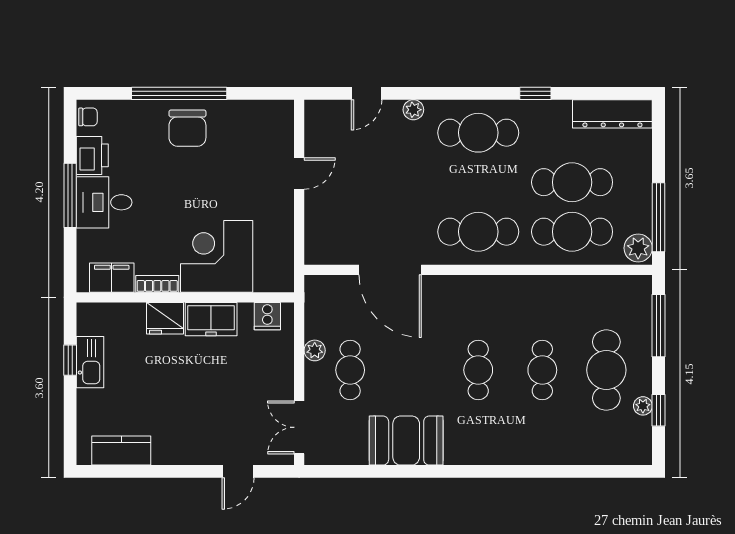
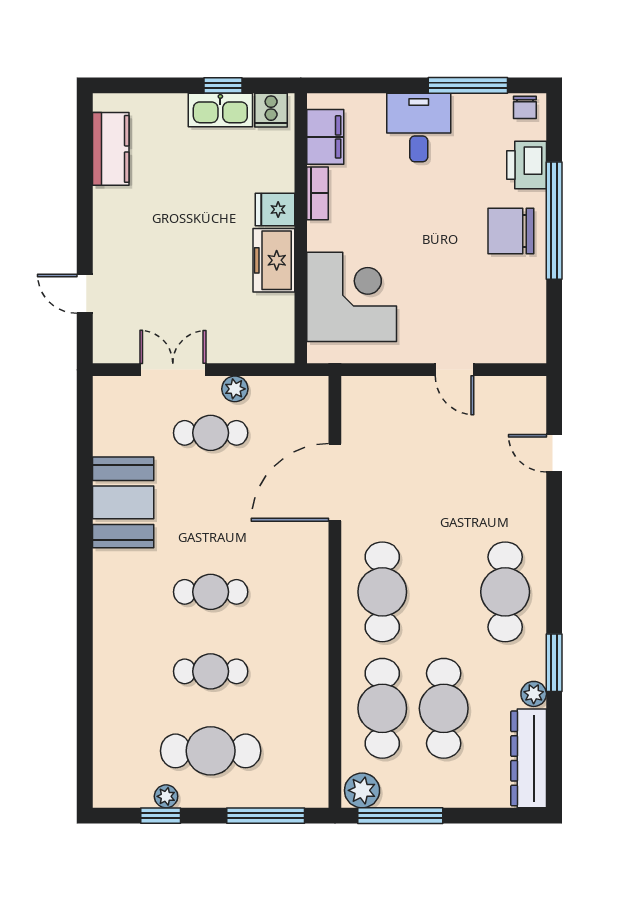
window: (535, 93) -> (554, 663), width x1.50
plant: (413, 110) -> (534, 694), moved
printer: (92, 155) -> (527, 165), moved, turned 90
window: (70, 195) -> (468, 85), moved
corner desk: (217, 256) -> (352, 297), moved
cooker: (267, 316) -> (271, 110), moved, turned -90
fridge: (165, 318) -> (275, 209), width x0.72
double door: (299, 427) -> (173, 370), moved

